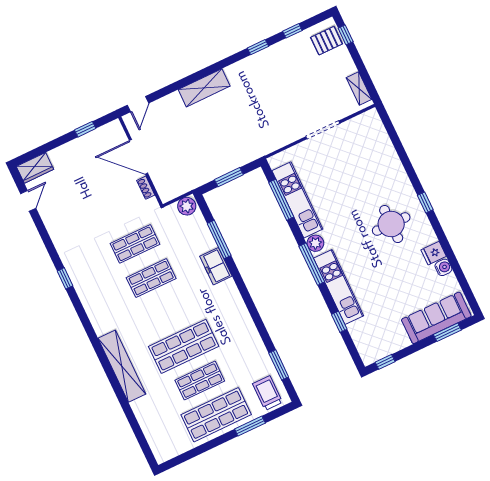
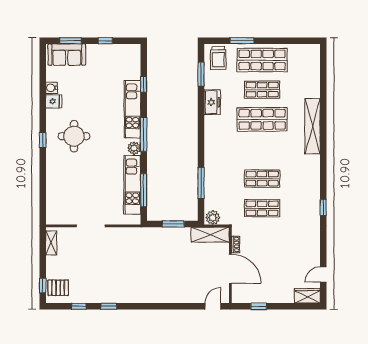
shelving: (204, 88) -> (210, 235), moved
freezer: (216, 266) -> (212, 102), moved
sofa: (436, 318) -> (67, 55), width x0.73
window: (385, 362) -> (105, 41), moved

